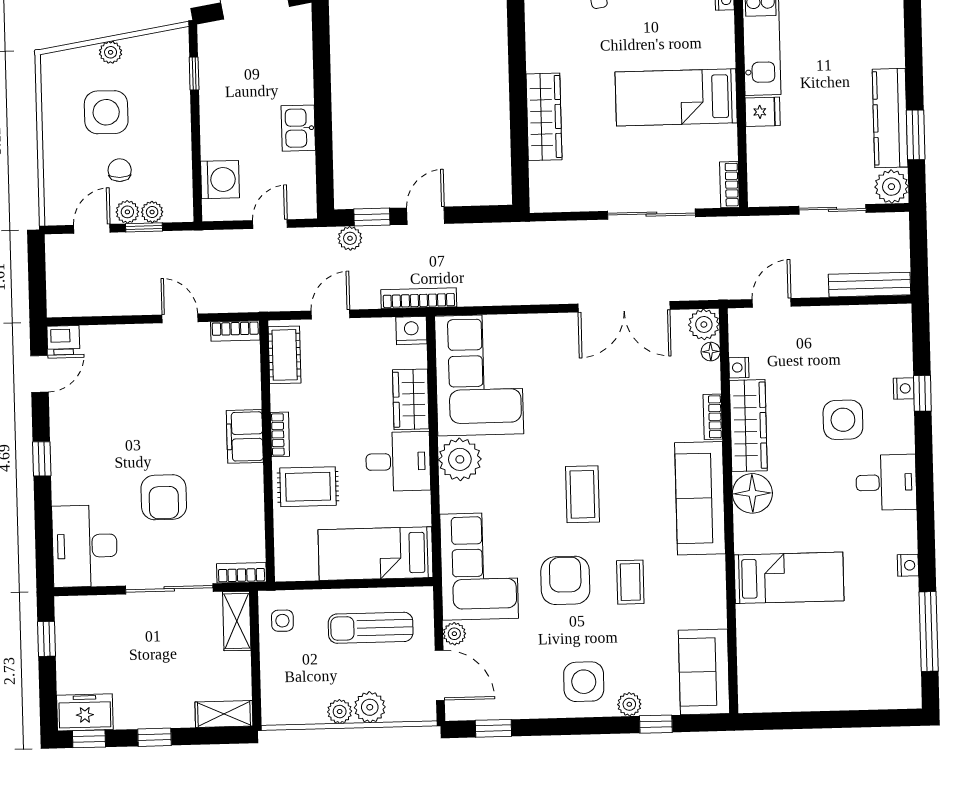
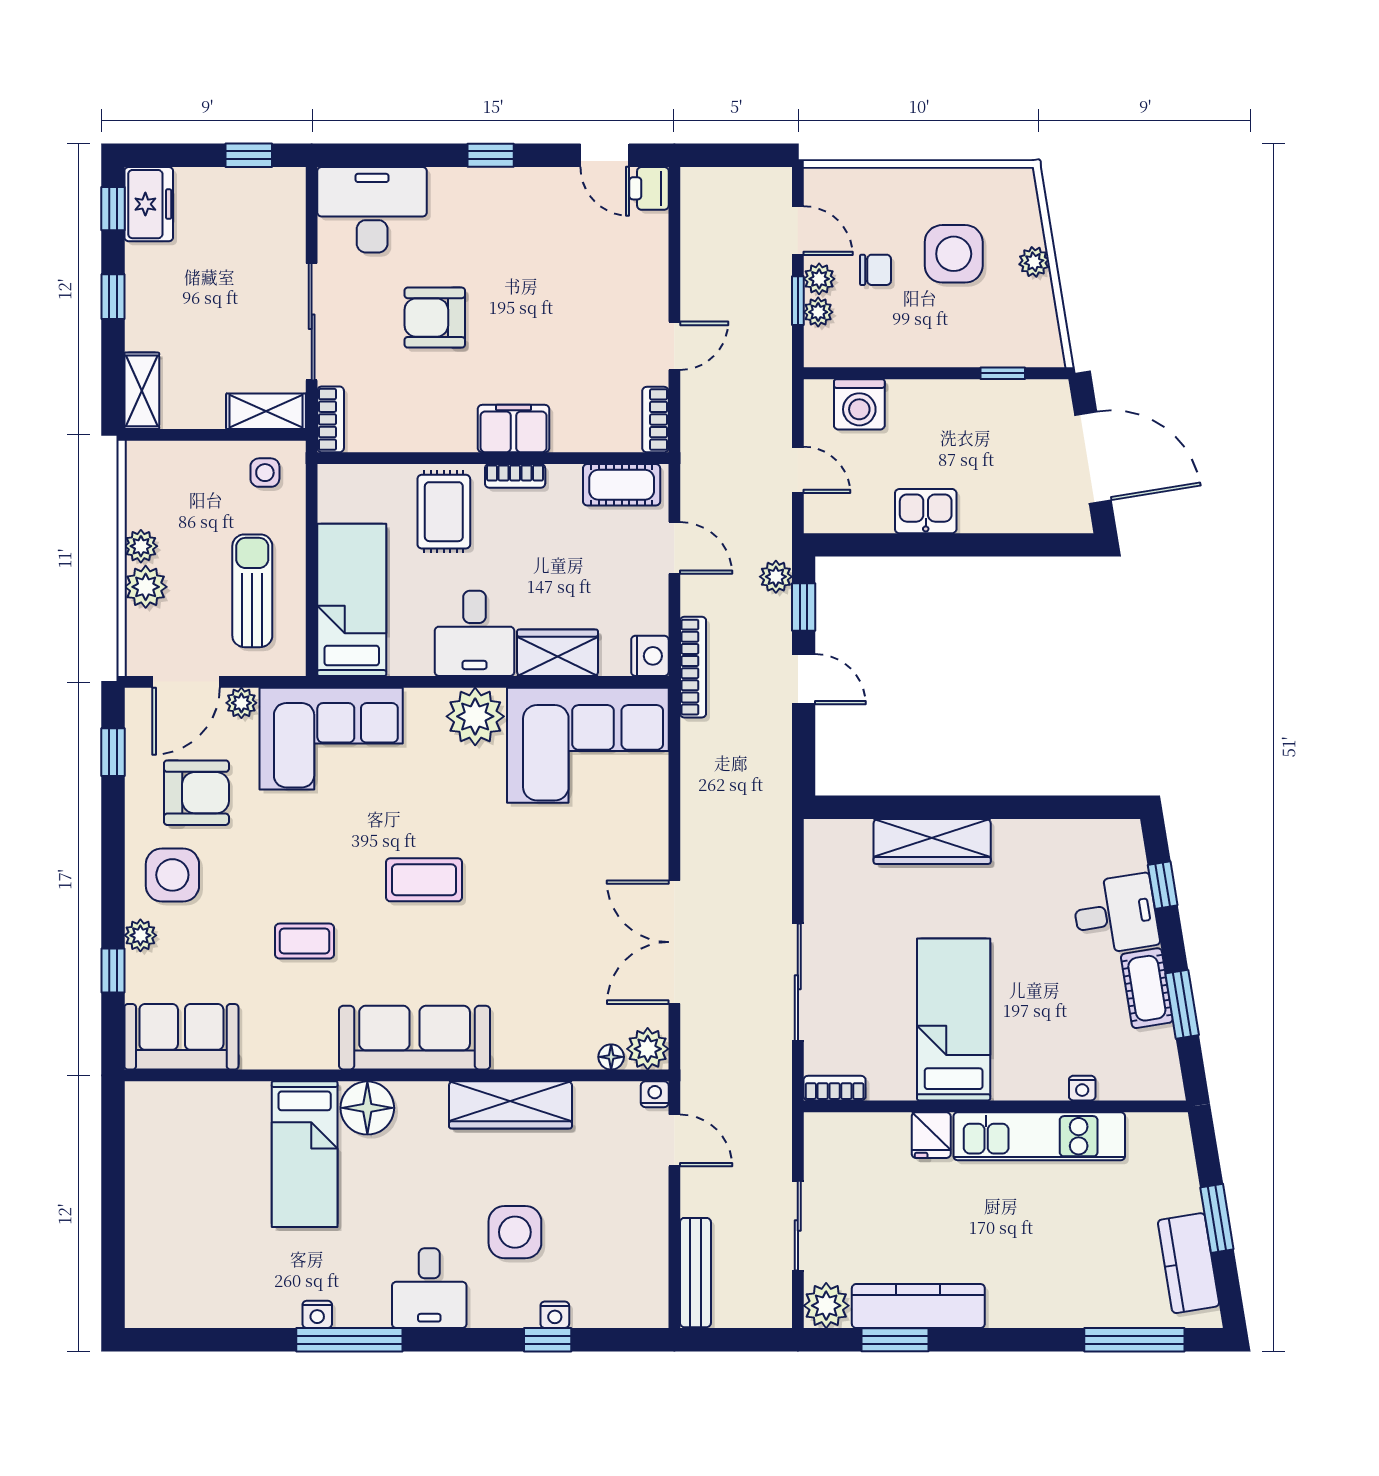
nightstand: (739, 368) -> (655, 1094), moved
bookcase: (713, 417) -> (523, 1057), removed
floor lamp: (752, 493) -> (367, 1108), moved
armchair: (565, 580) -> (196, 793), moved
window: (929, 631) -> (349, 1340), moved

